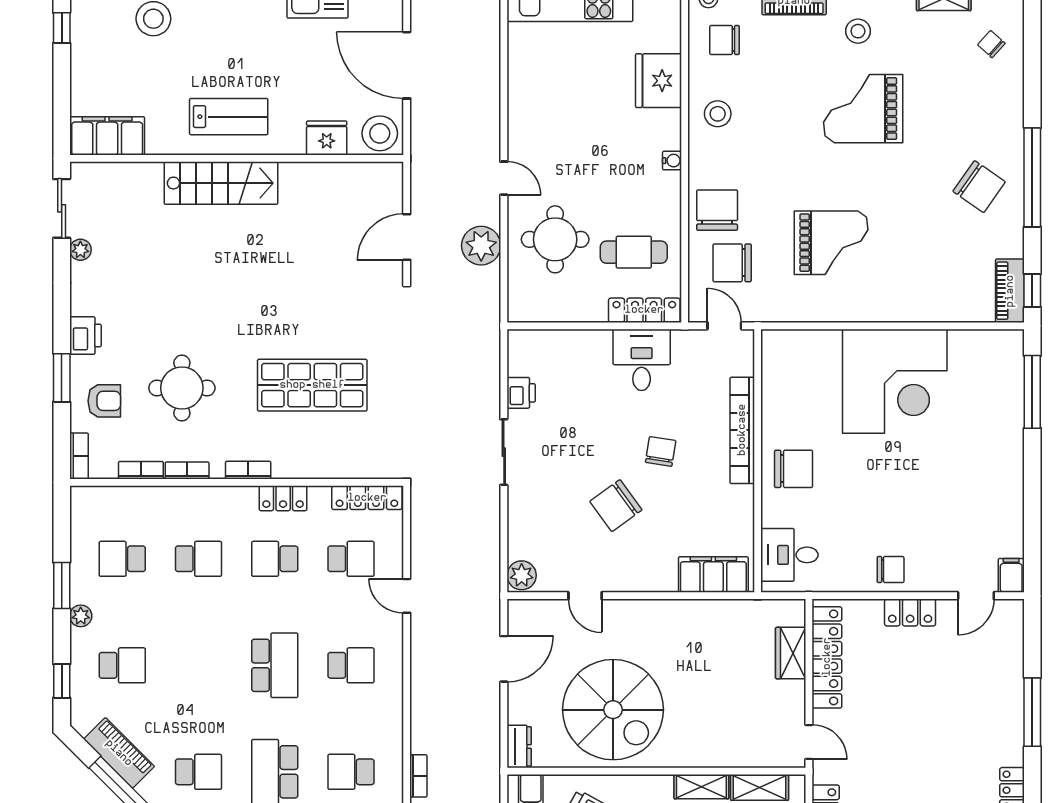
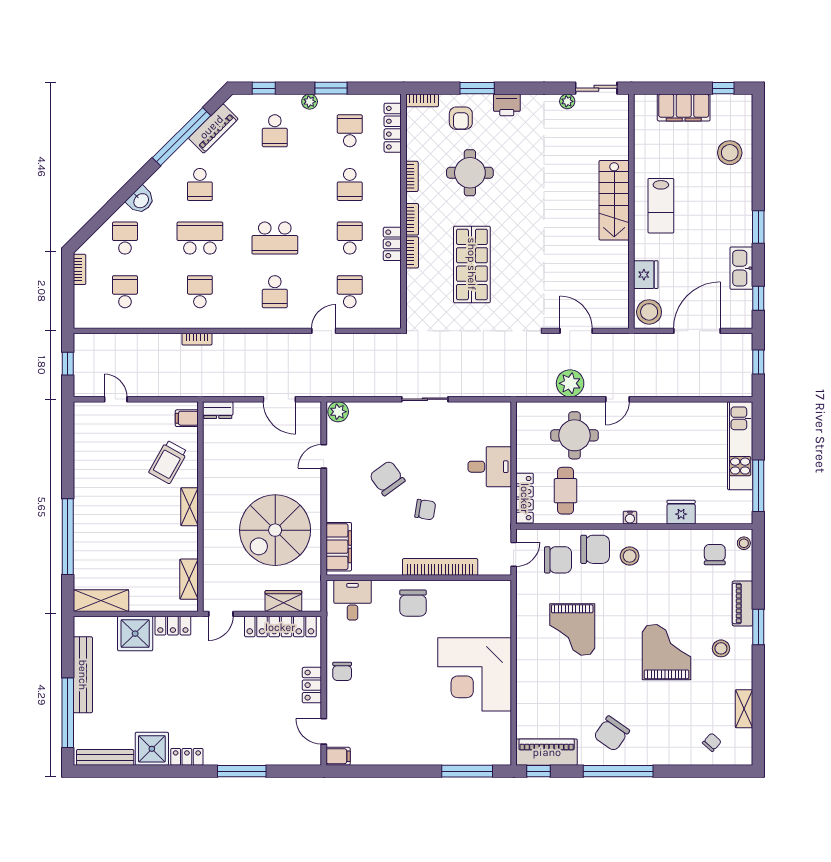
fridge: (659, 81) -> (681, 512), width x0.73, depth x0.75
stool: (718, 114) -> (630, 556), moved
filing cabinet: (107, 136) -> (684, 107), moved, turned 90
chair: (732, 263) -> (558, 560), turned 90
piano: (1010, 291) -> (547, 752), width x1.37, depth x1.33
desk: (642, 360) -> (490, 467), moved
printer: (521, 393) -> (467, 411), removed
bookcase: (141, 470) -> (412, 252), moved
locker: (367, 498) -> (393, 128), moved
school desk: (351, 559) -> (350, 292), turned 180
spiral stairs: (613, 710) -> (275, 530), moved
shelving: (701, 787) -> (189, 507), moved

